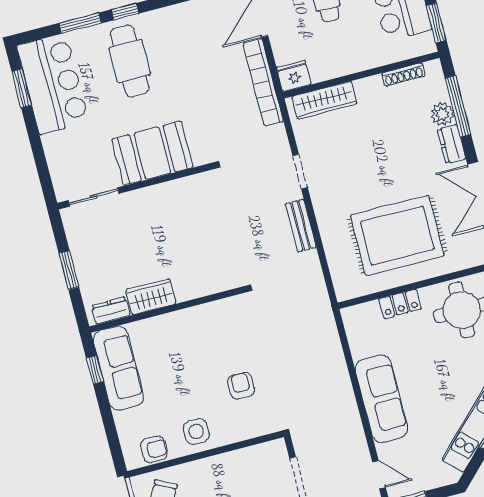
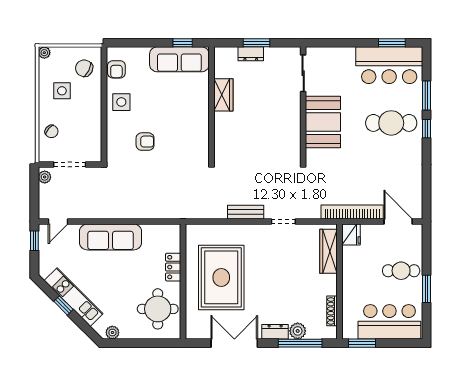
dresser: (111, 311) -> (251, 54), moved, turned 90

